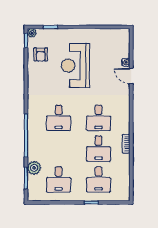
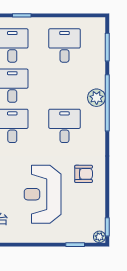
armchair: (41, 54) -> (84, 174), moved, turned 90
reception desk: (75, 66) -> (43, 194), turned 180
plant: (34, 168) -> (97, 98), moved

